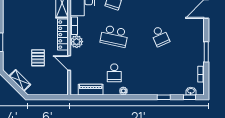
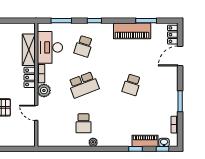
locker: (63, 35) -> (30, 77), width x0.66
school desk: (114, 36) -> (84, 85), turned -33
school desk: (160, 36) -> (132, 85), turned 42
piano: (91, 90) -> (145, 141), moved

